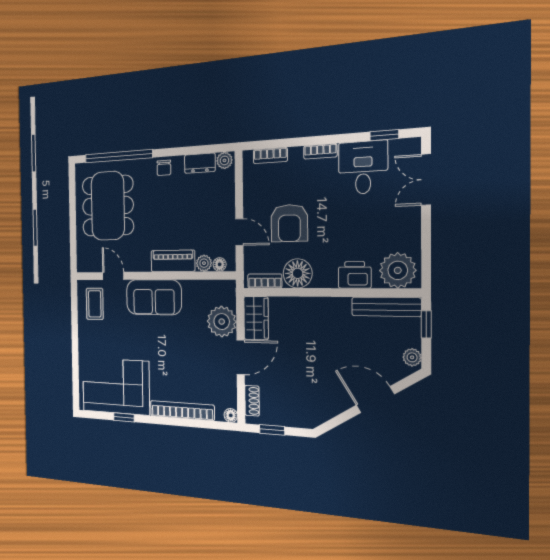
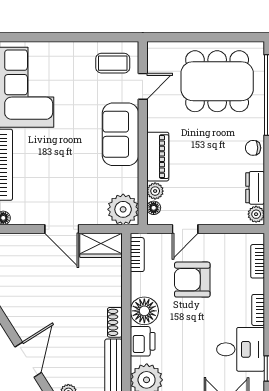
floor lamp: (298, 273) -> (144, 311), moved
plant: (222, 322) -> (123, 209), moved
shoe rack: (252, 401) -> (115, 322), moved, turned 90

